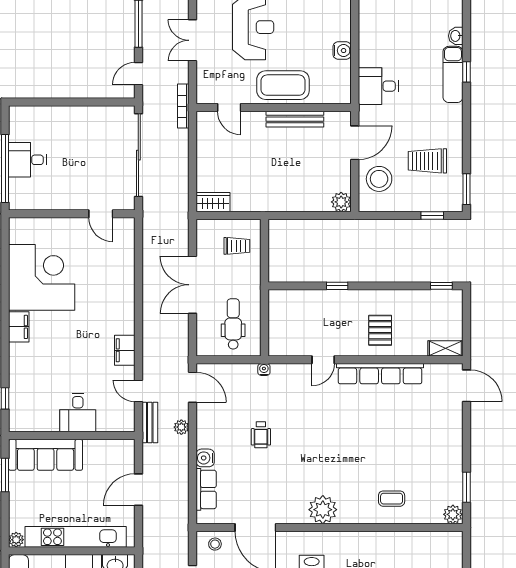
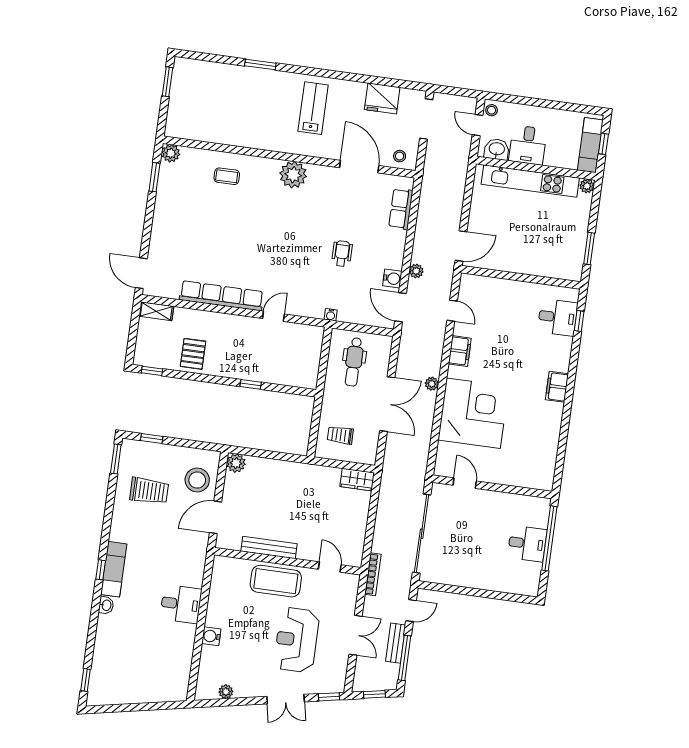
water cooler: (342, 51) -> (211, 636), moved
desk: (378, 86) -> (181, 604), moved
corner desk: (42, 277) -> (473, 413), moved, turned 180
plant: (149, 312) -> (432, 384), added
pallet: (380, 330) -> (193, 354), moved
desk: (78, 413) -> (558, 317), moved, turned 90
bench: (150, 422) -> (396, 643), moved
sofa: (46, 455) -> (548, 262), removed
water cooler: (205, 458) -> (392, 279), moved
door: (138, 490) -> (461, 246), moved

